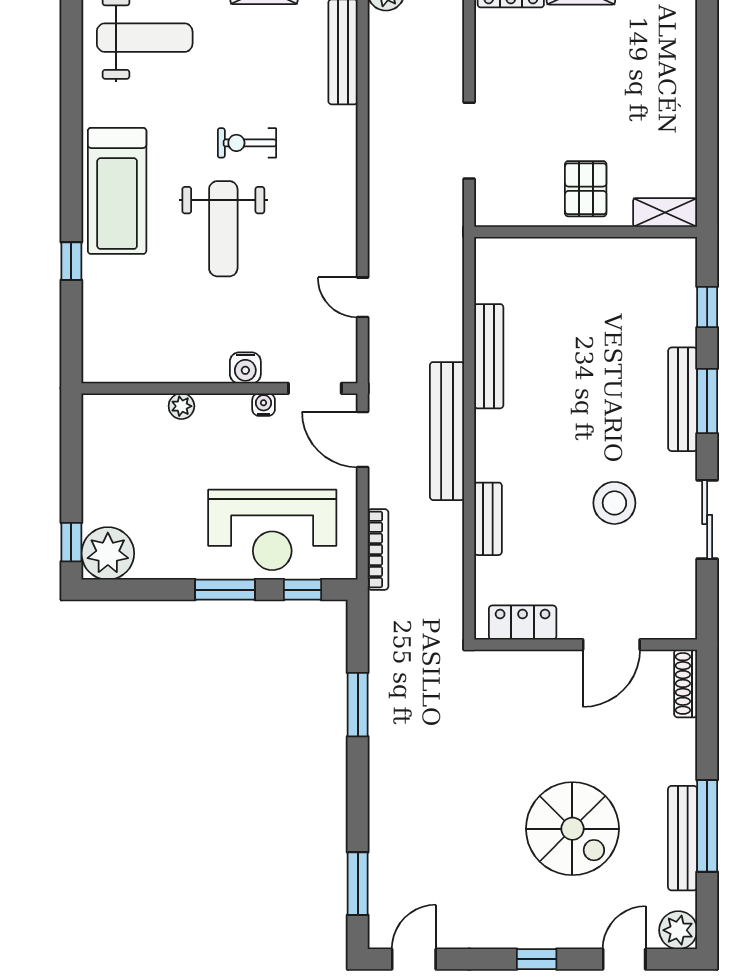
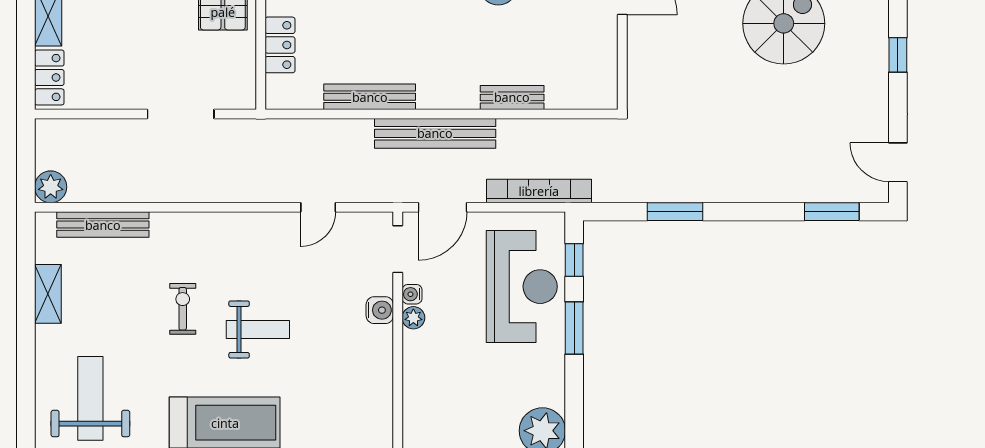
exercise bike: (247, 143) -> (183, 309), turned 180
weight bench: (223, 229) -> (258, 329), width x0.73, depth x0.75
plant: (181, 406) -> (413, 318), moved
bookcase: (378, 549) -> (539, 191), width x1.48, depth x1.31
locker: (523, 623) -> (280, 45), moved, turned 180

